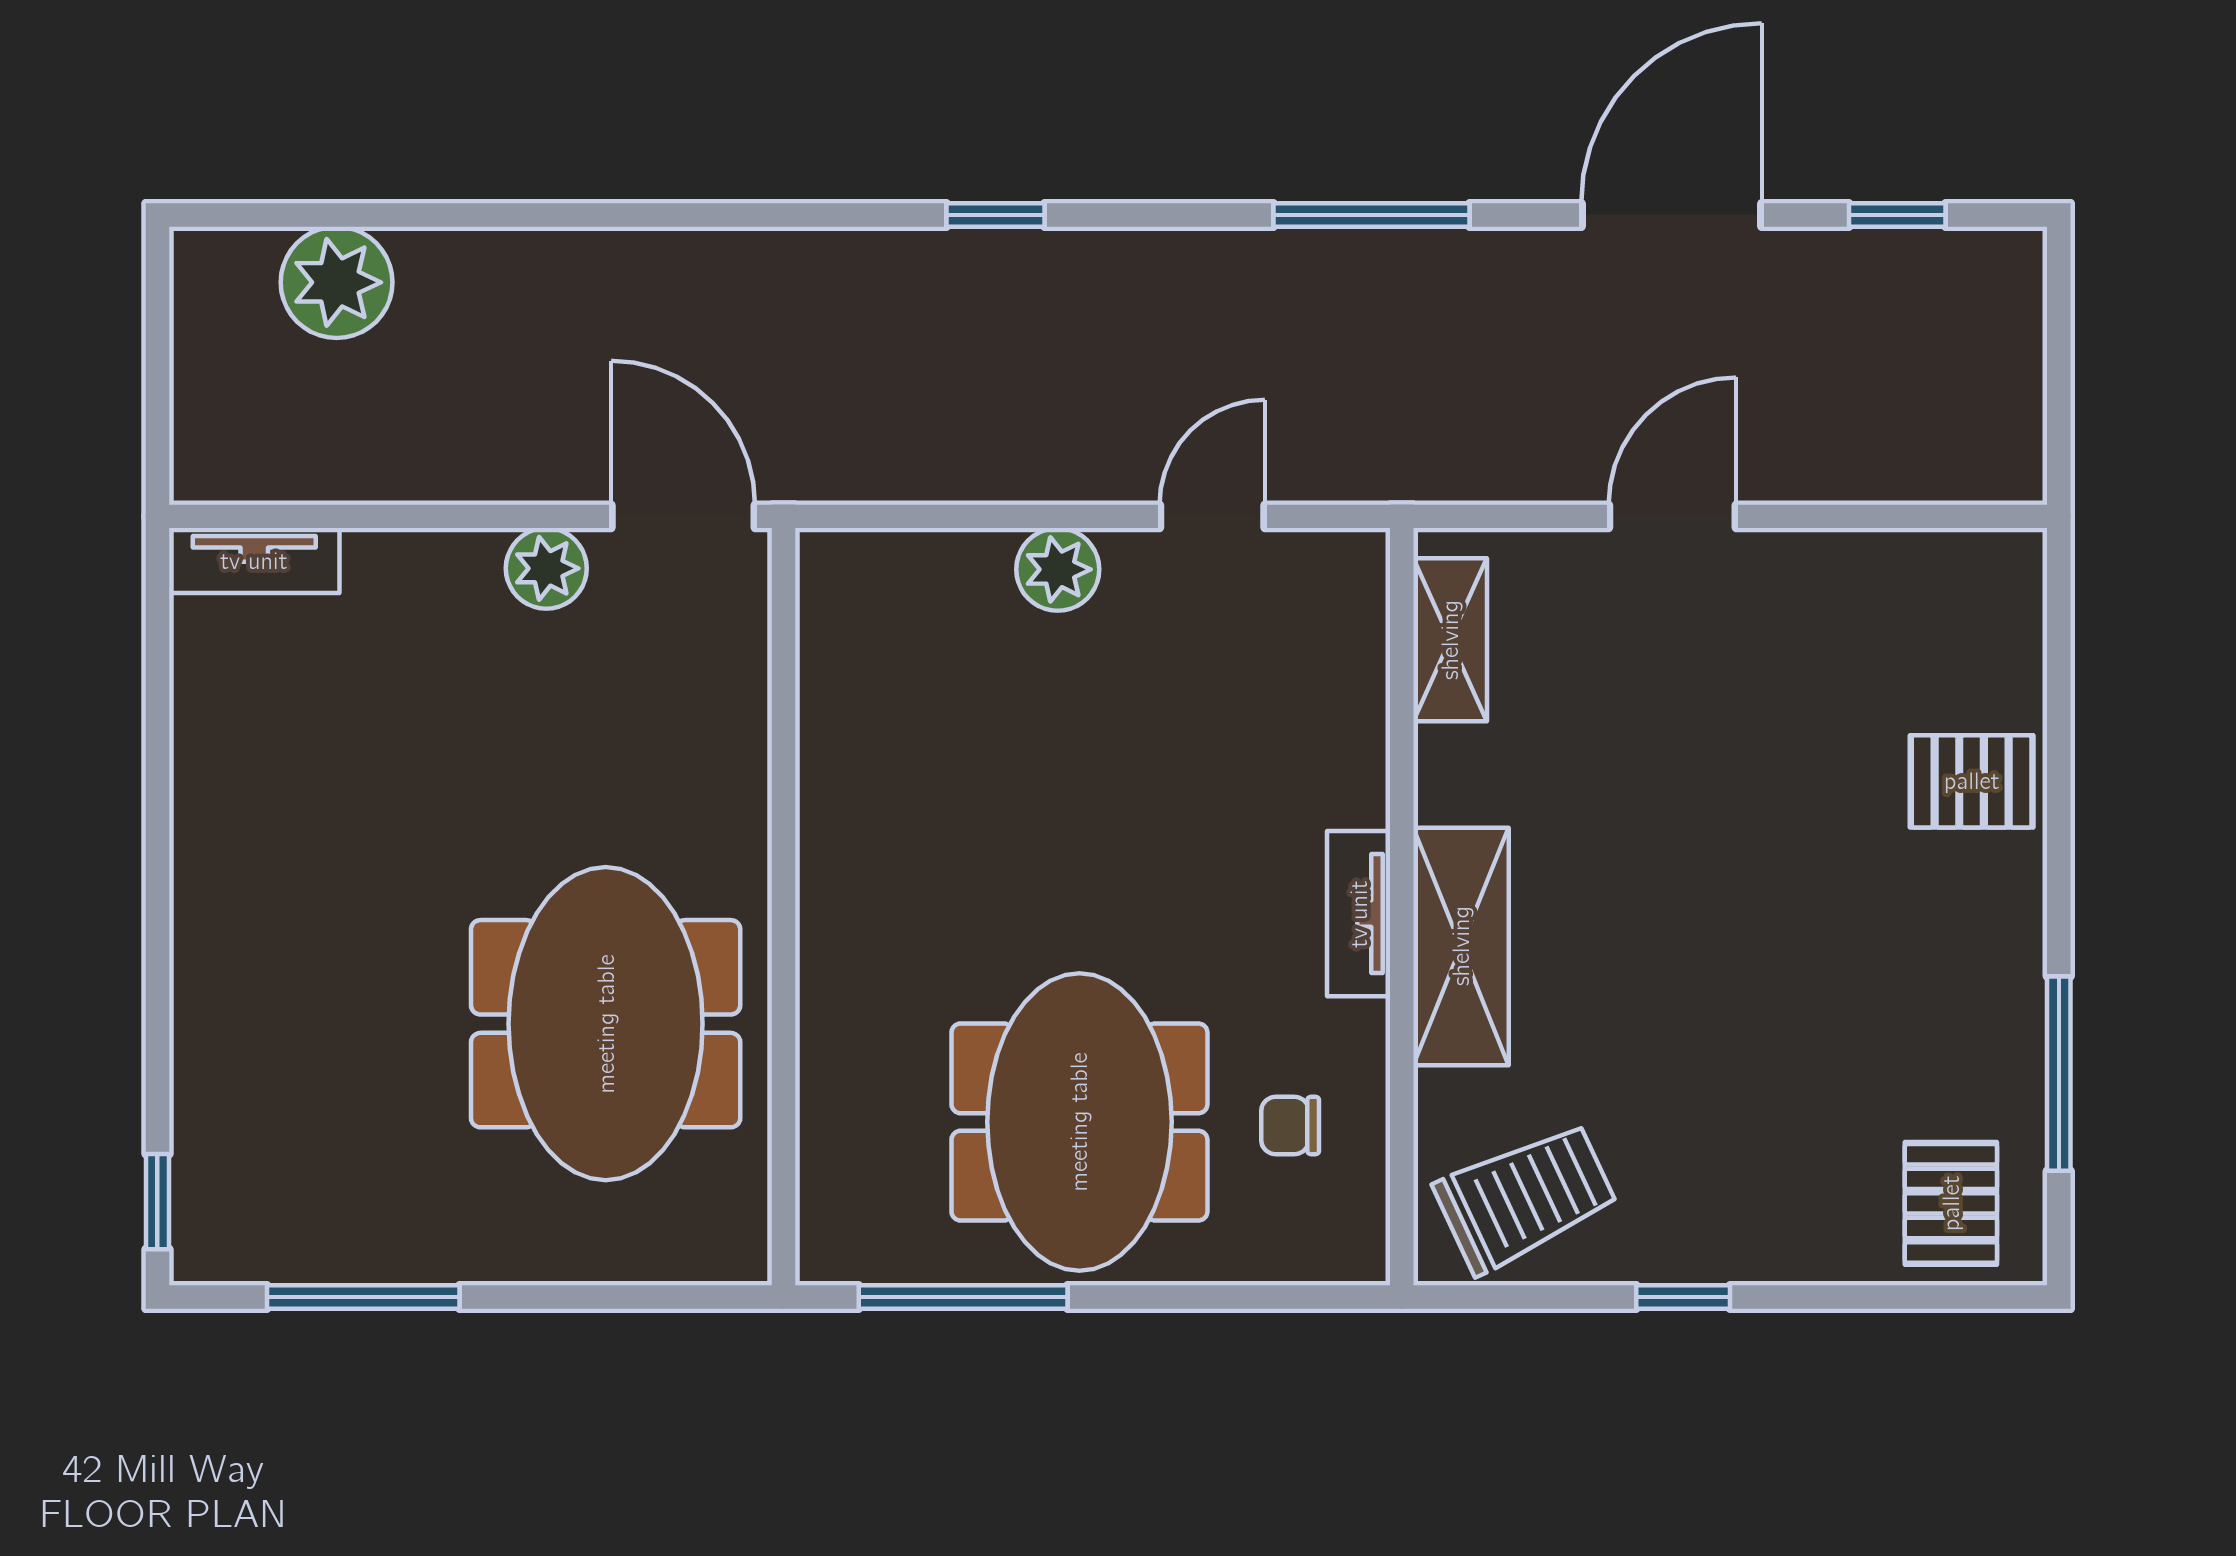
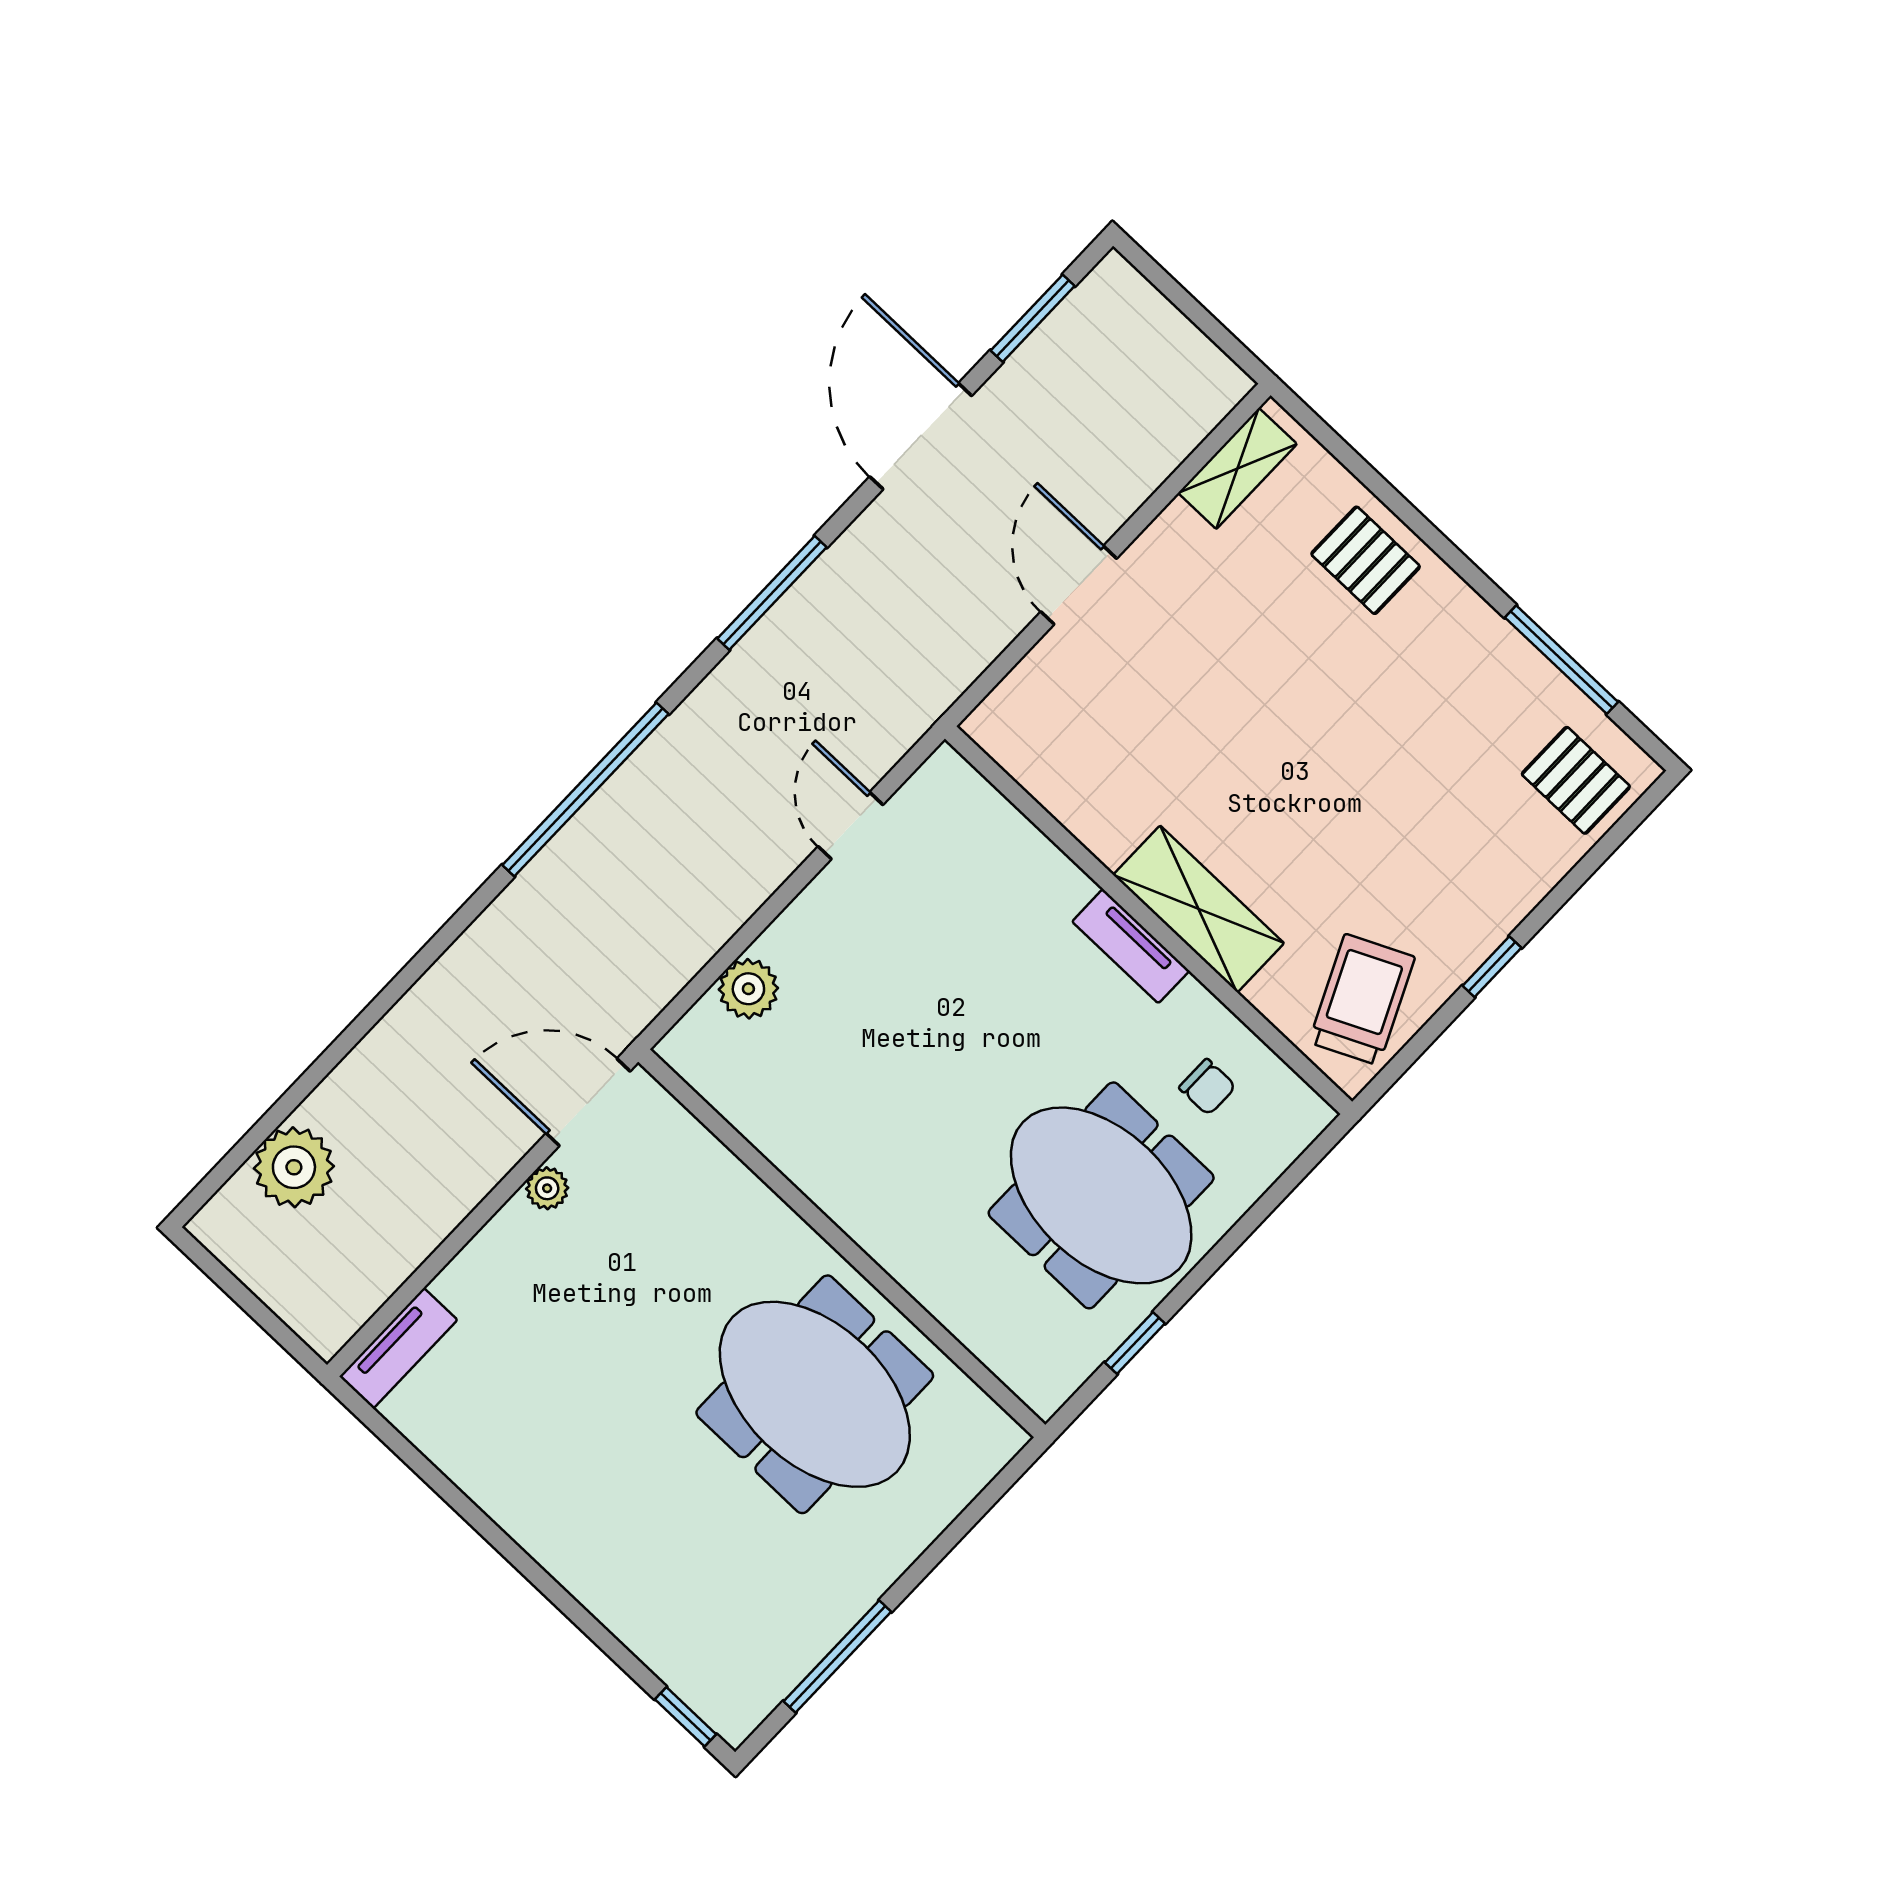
window: (995, 215) -> (585, 789), width x3.17
window: (1897, 215) -> (1033, 318), width x1.50
plant: (546, 568) -> (547, 1188), width x0.73, depth x0.73
plant: (1058, 569) -> (748, 989), moved
shelving: (1450, 640) -> (1238, 468), moved, turned 90
pallet: (1972, 781) -> (1366, 560), turned 90
chair: (1290, 1125) -> (1207, 1087), turned -90
window: (963, 1297) -> (1135, 1343), width x0.46

